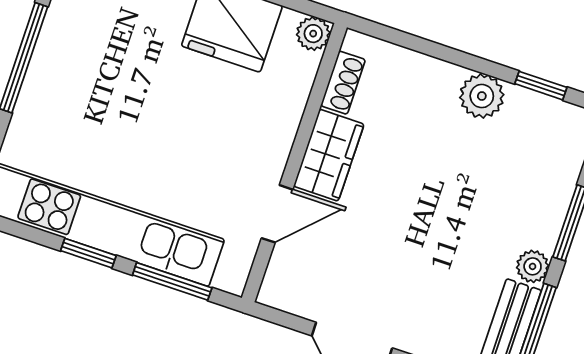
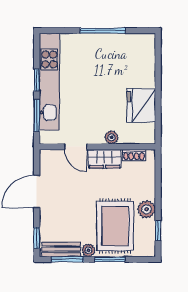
plant: (313, 34) -> (111, 137), moved
rug: (496, 183) -> (115, 226), added

